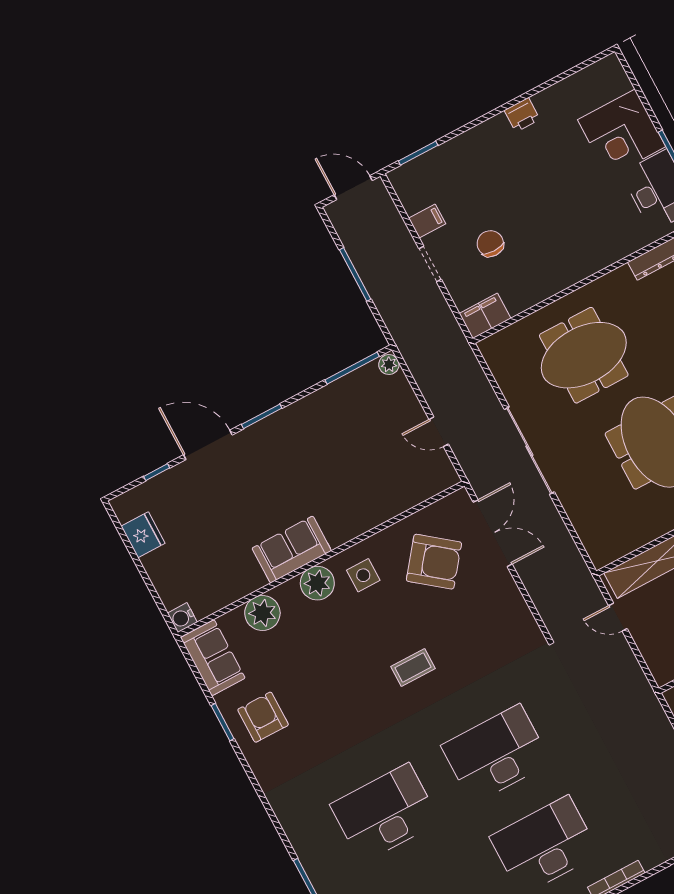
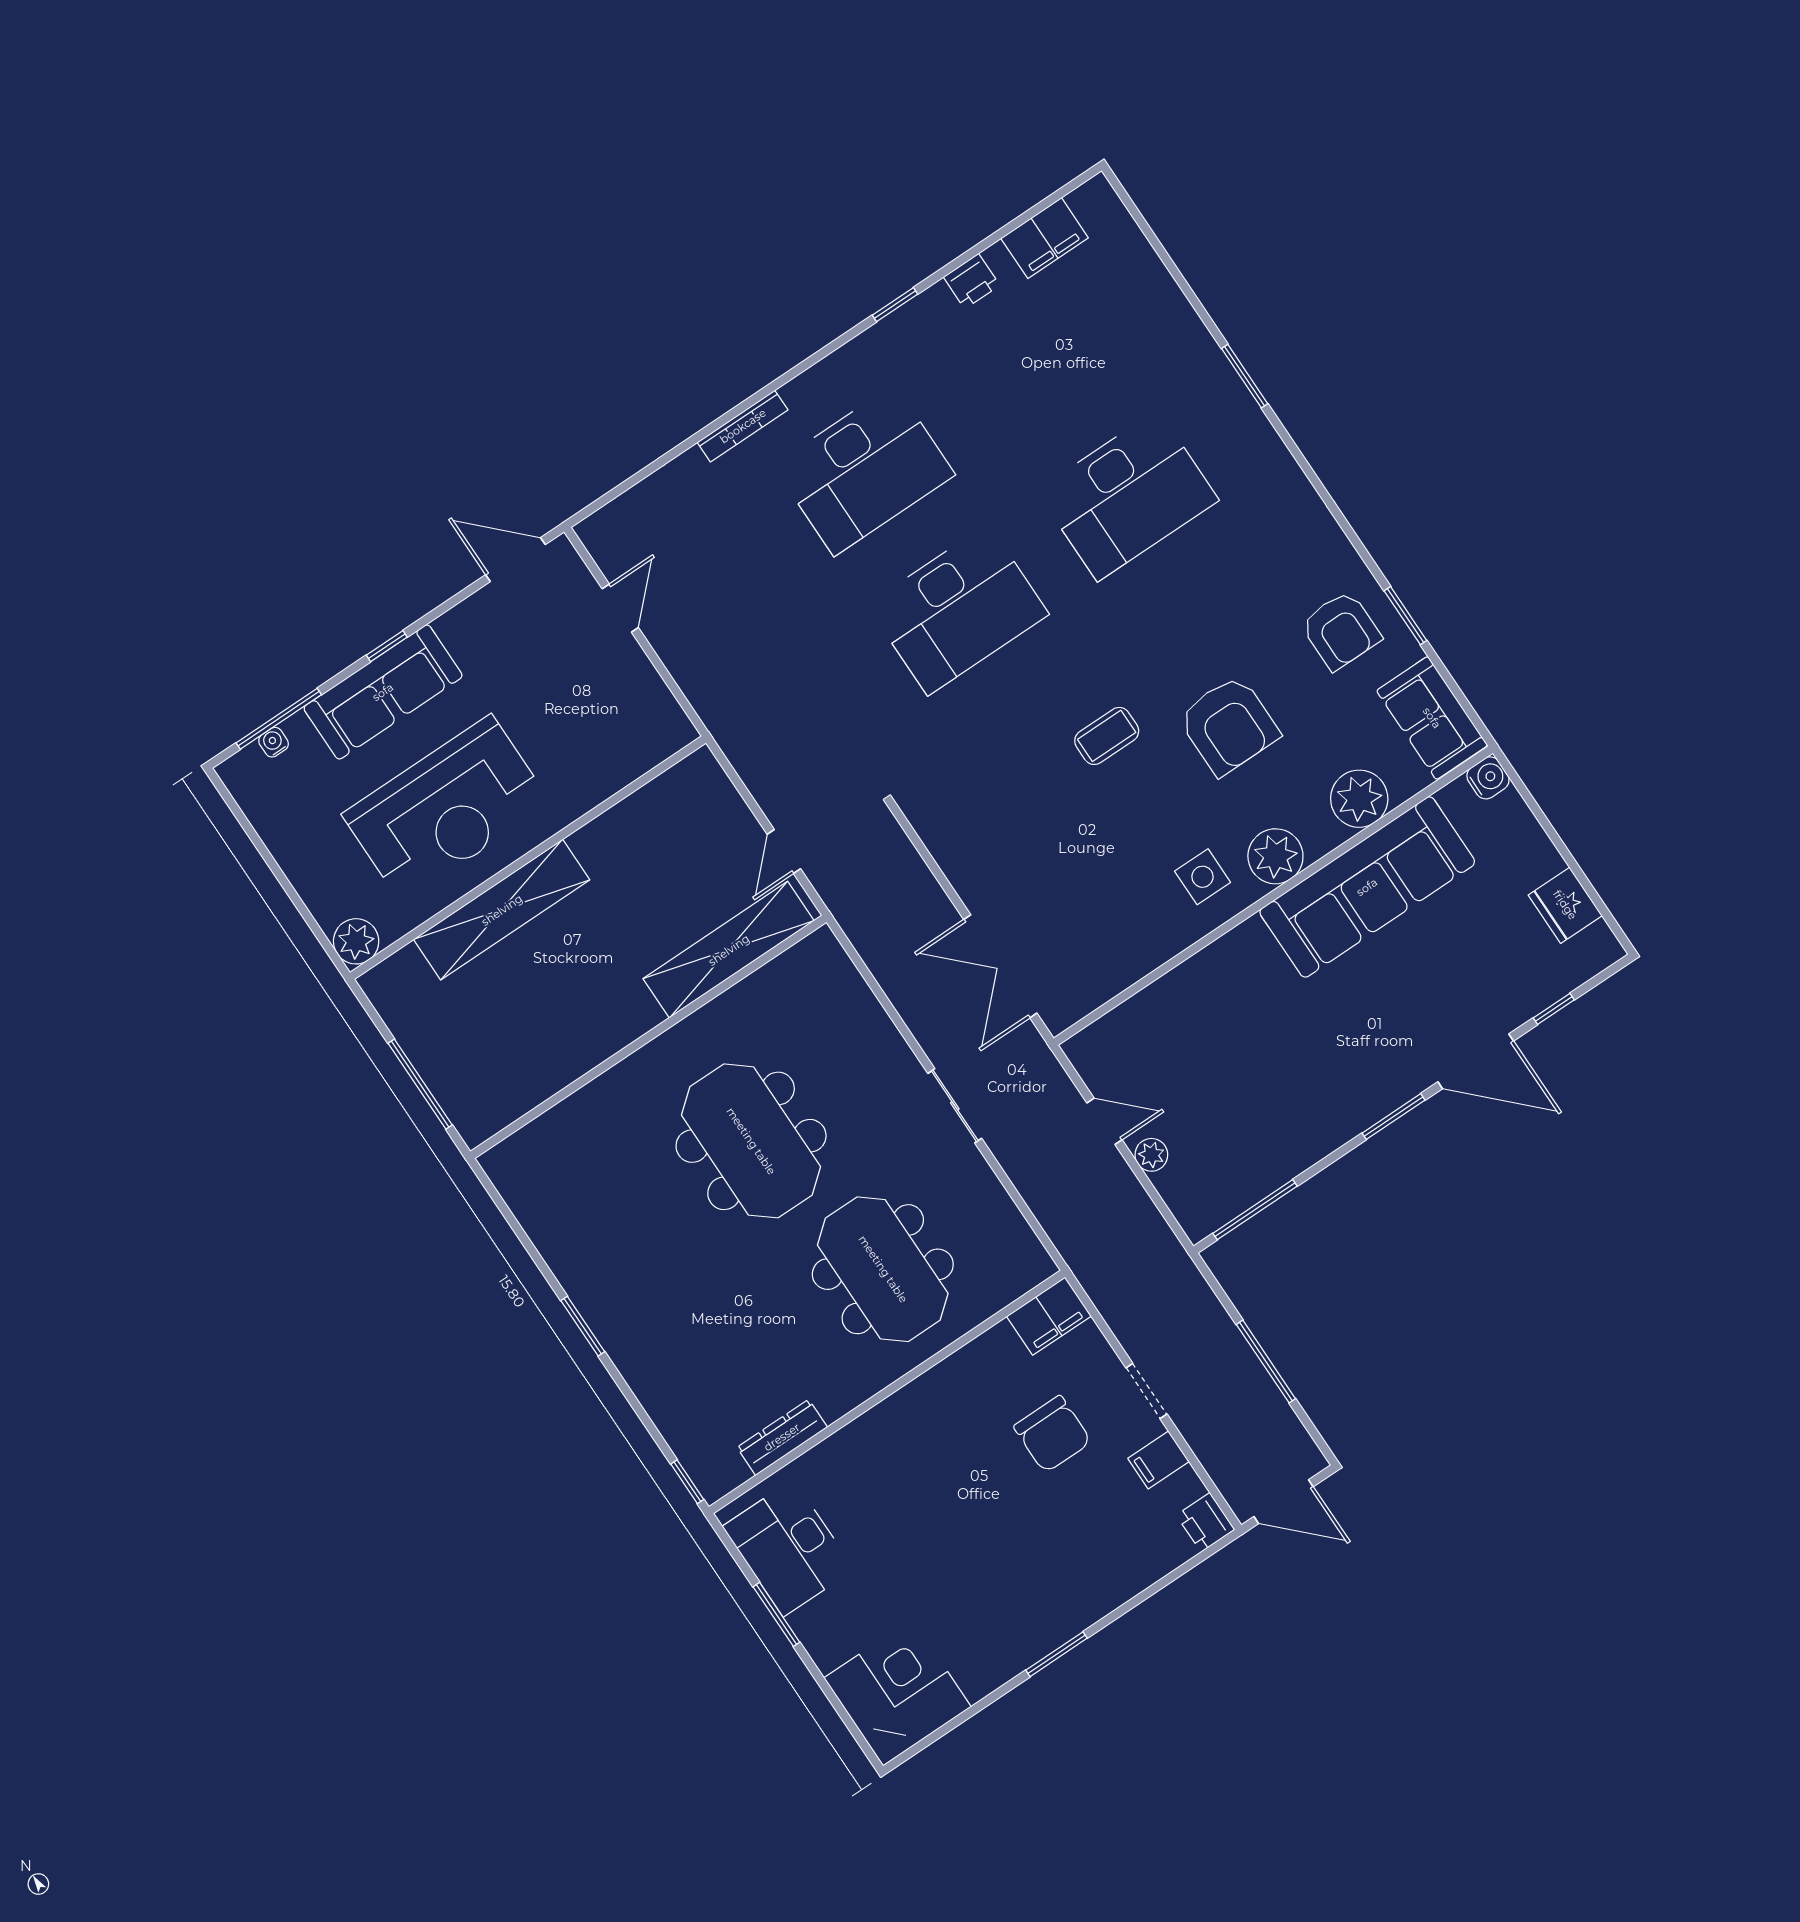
printer: (522, 115) -> (1205, 1522), moved, turned -90
corner desk: (622, 133) -> (897, 1692), moved
window: (418, 153) -> (1057, 1654), moved
chair: (490, 244) -> (1053, 1434), width x1.37, depth x1.37
meeting table: (584, 355) -> (883, 1269), turned 90
plant: (389, 365) -> (1151, 1155), moved
sliding door: (529, 451) -> (955, 1106), width x0.54
sofa: (292, 549) -> (1367, 887), width x1.85, depth x1.27
armchair: (434, 562) -> (1229, 725), moved, turned -128
door: (618, 617) -> (784, 852), swing flipped

